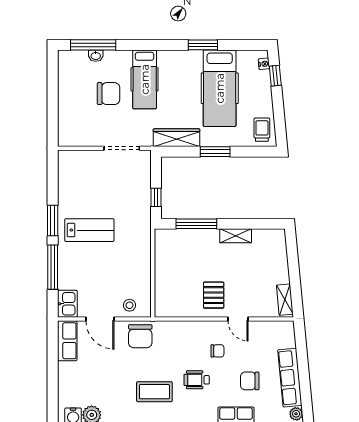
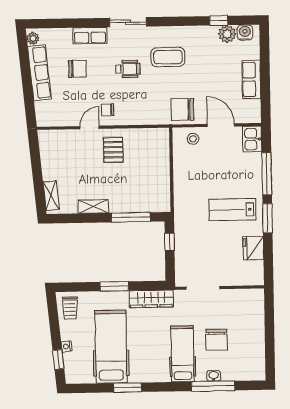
window: (93, 45) -> (213, 386), moved
washbasin: (96, 56) -> (214, 376), moved
nightstand: (264, 64) -> (67, 346), moved
chair: (109, 94) -> (217, 340), turned -90
fridge: (68, 189) -> (253, 248), added
shelving: (285, 300) -> (51, 196), moved
door: (238, 319) -> (90, 127), hinge flipped
chair: (140, 336) -> (182, 109), turned -90
row of seats: (67, 341) -> (251, 79), moved
chair: (217, 351) -> (108, 110), moved

